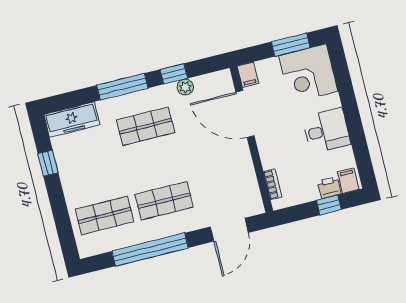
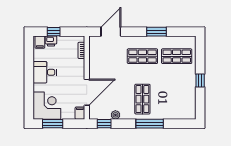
window: (174, 74) -> (104, 124), moved
door: (245, 114) -> (87, 92), hinge flipped
freezer: (72, 120) -> (181, 113), removed
shop shelf: (145, 126) -> (142, 99), turned 90
window: (48, 163) -> (200, 80), moved
window: (150, 249) -> (157, 32), width x0.47

